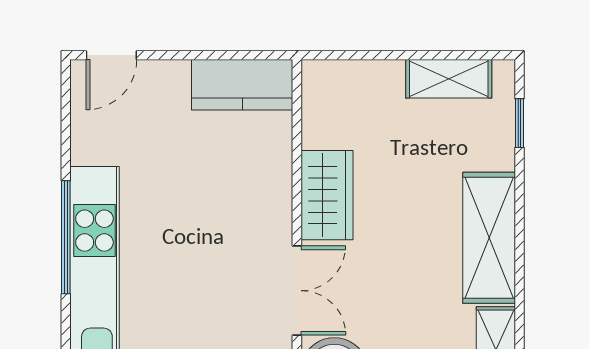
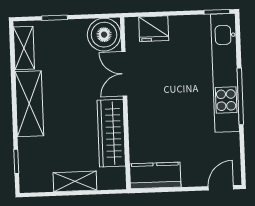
shelving: (449, 79) -> (75, 181), moved
wardrobe: (327, 195) -> (111, 133), width x1.50

